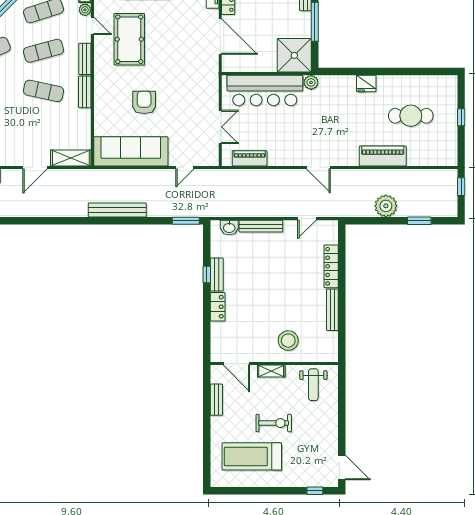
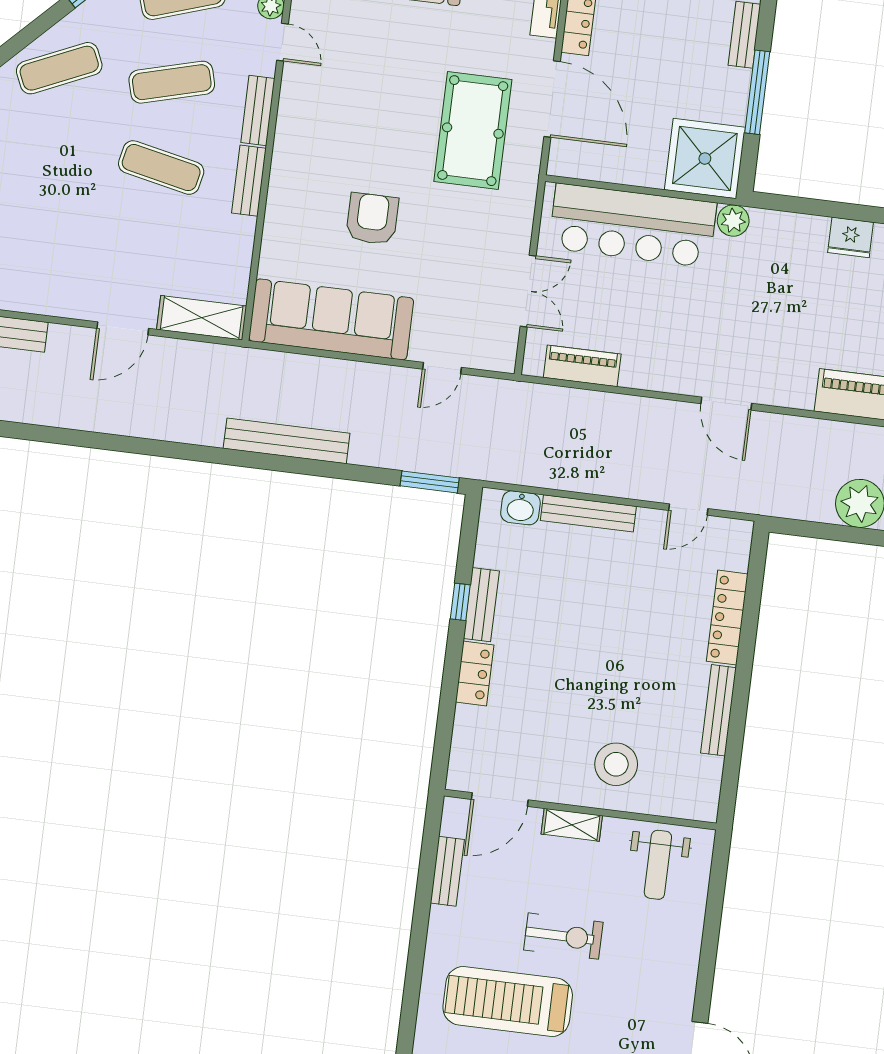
pool table: (129, 39) -> (473, 131), moved
door: (236, 364) -> (500, 800), hinge flipped

